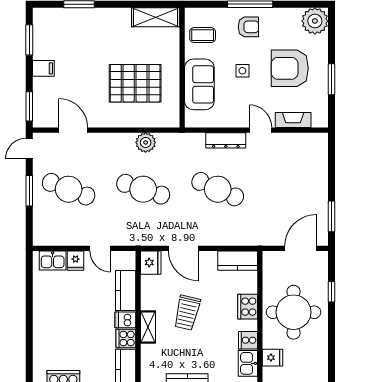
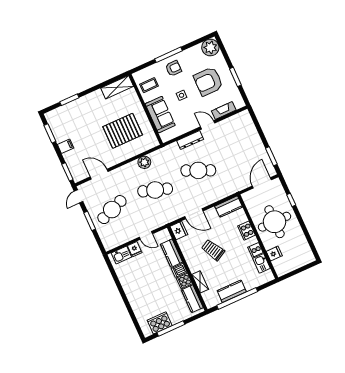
cafe table: (69, 189) -> (112, 210), turned -42
trolley: (187, 313) -> (213, 250), turned 138
shelving: (148, 327) -> (200, 282), moved

